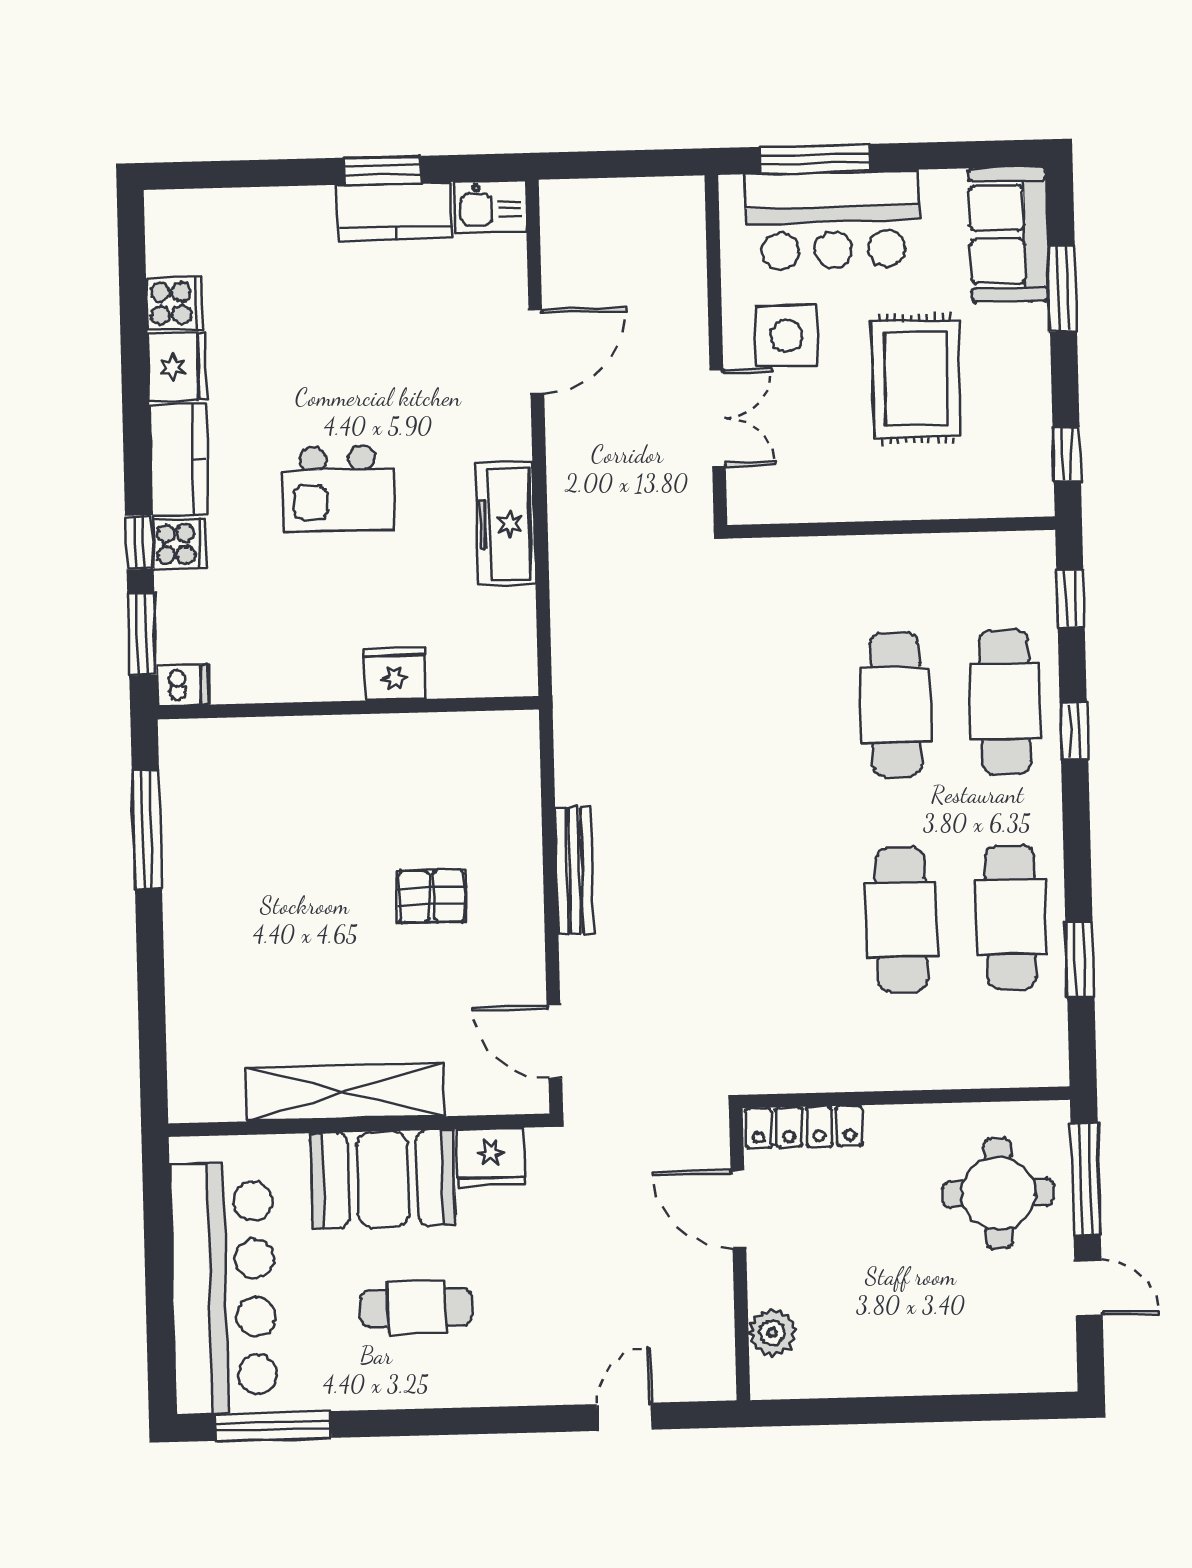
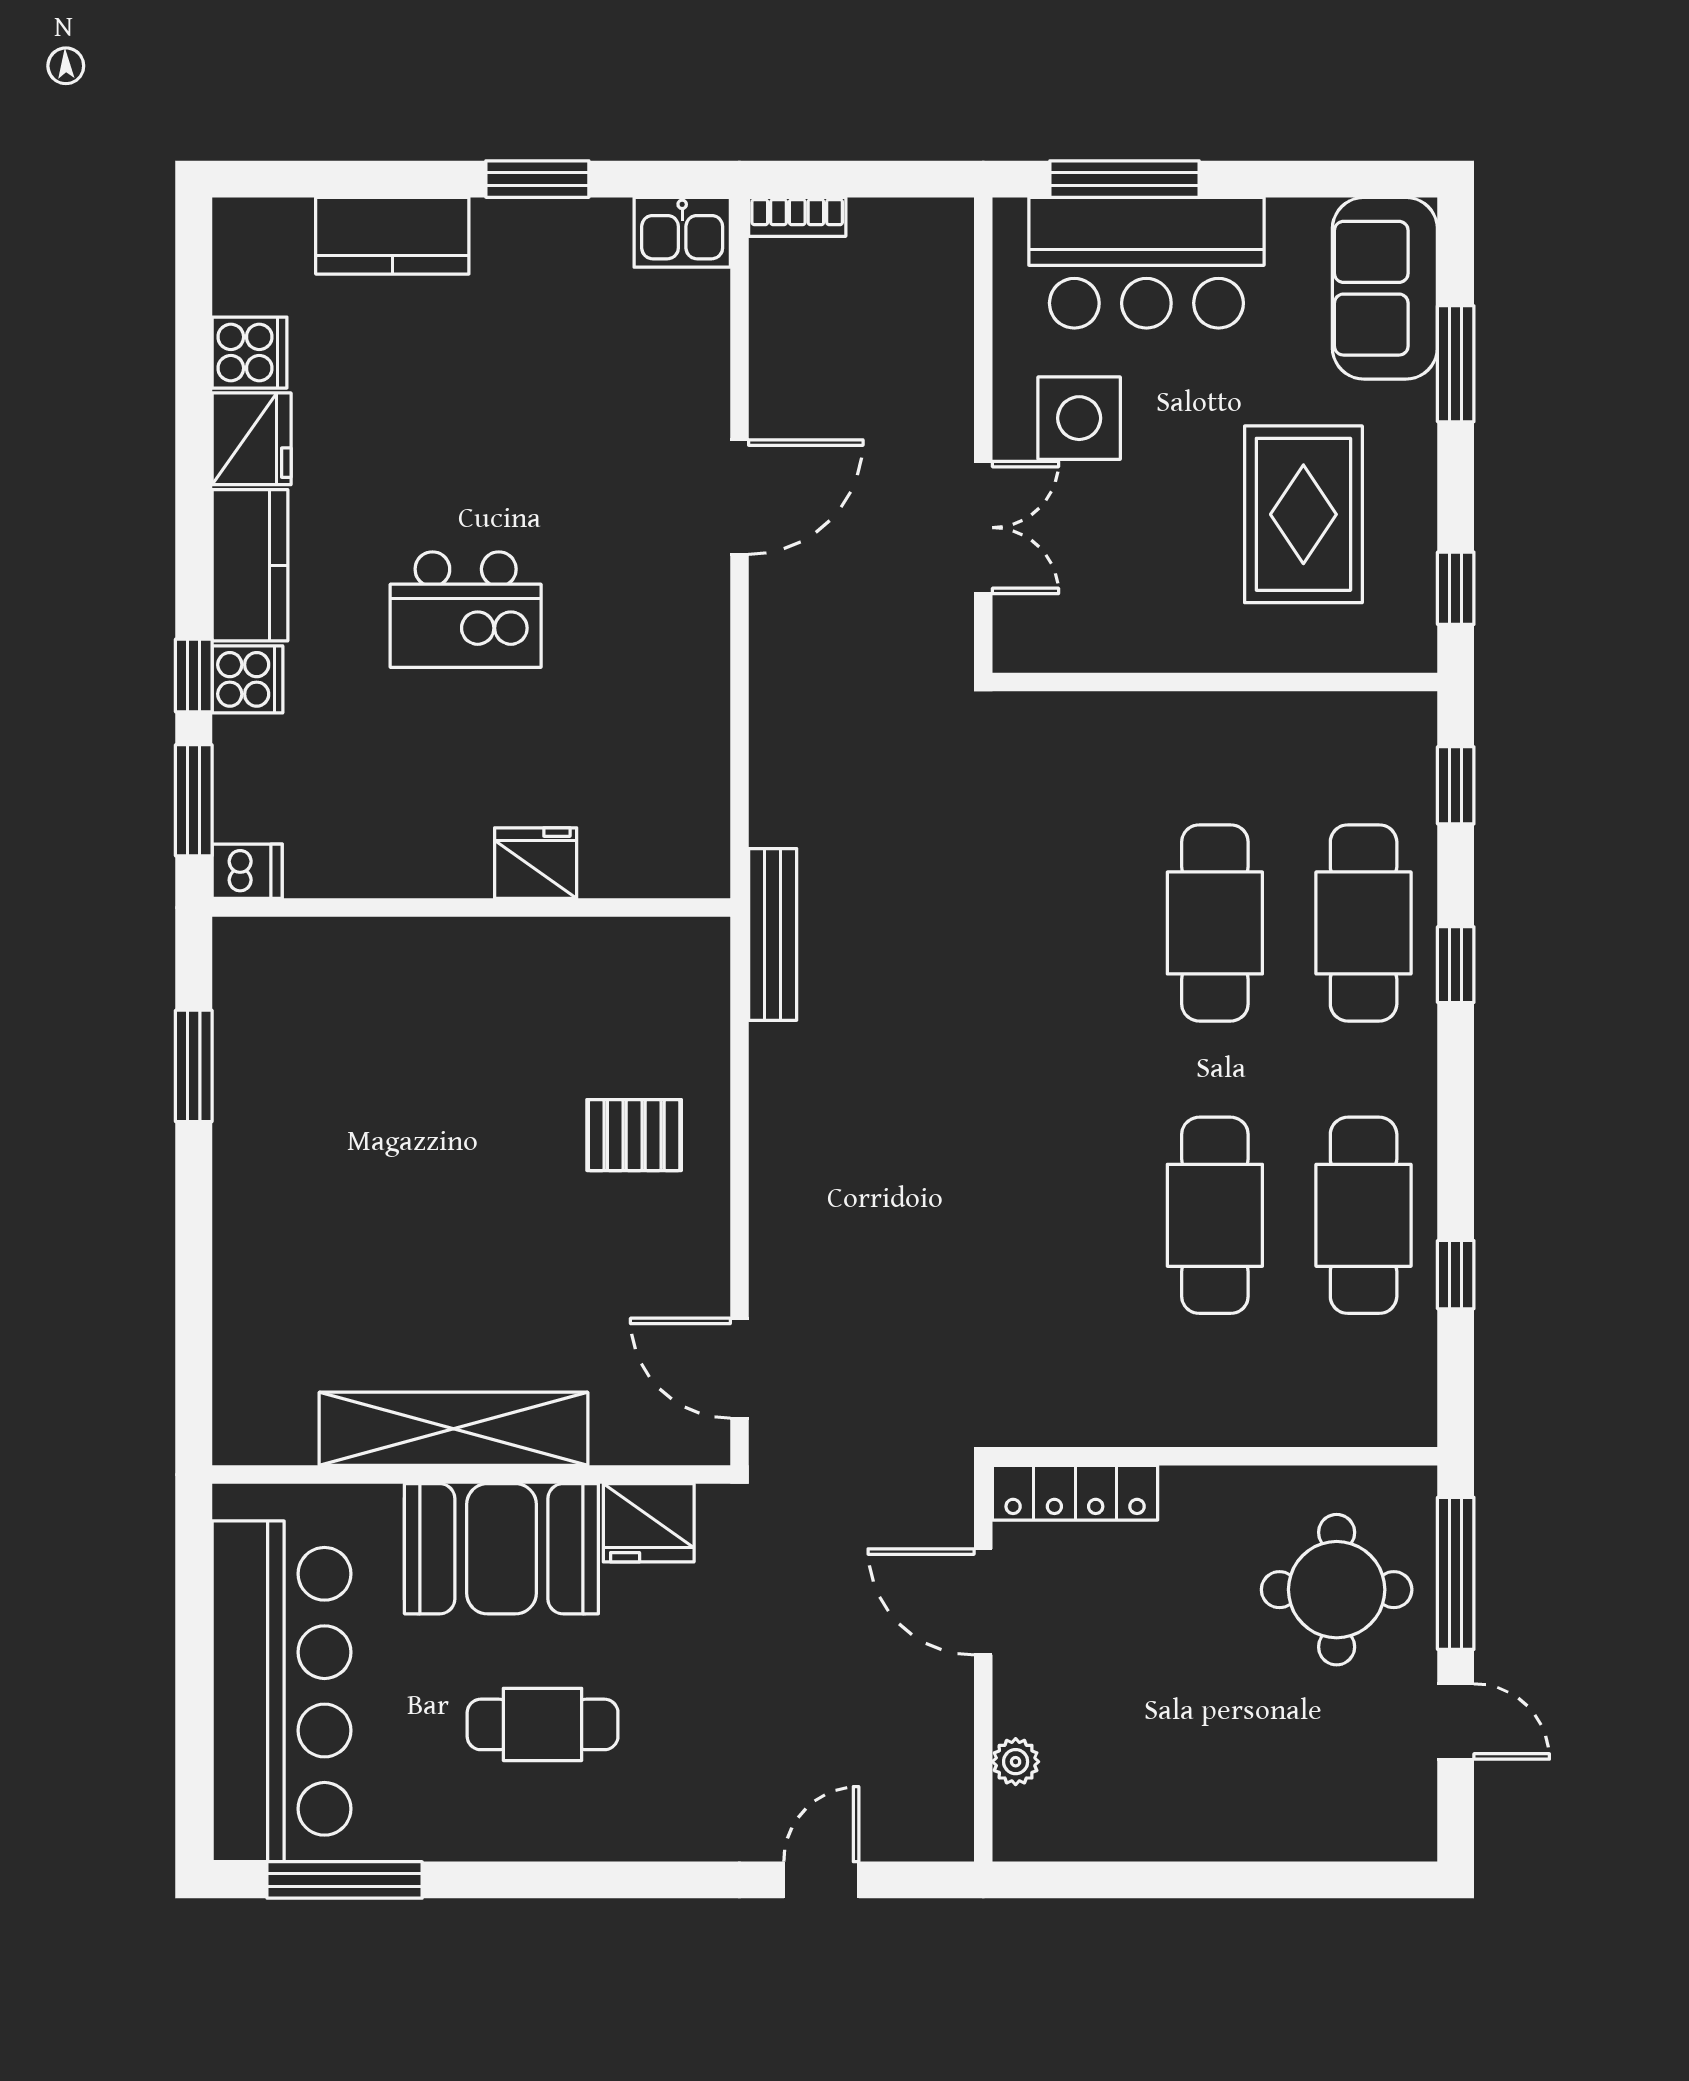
bookcase: (575, 193) -> (797, 217), added
kitchen counter: (395, 212) -> (392, 236), moved
door: (536, 352) -> (739, 497), moved
rug: (916, 379) -> (1303, 514), moved
freezer: (506, 524) -> (692, 664), removed
window: (147, 830) -> (194, 1066), width x0.69
bench: (574, 870) -> (773, 934), moved
pallet: (432, 896) -> (634, 1135), moved
window: (1080, 959) -> (1456, 1275), width x0.67
plant: (772, 1332) -> (1016, 1762), width x0.73, depth x0.73

